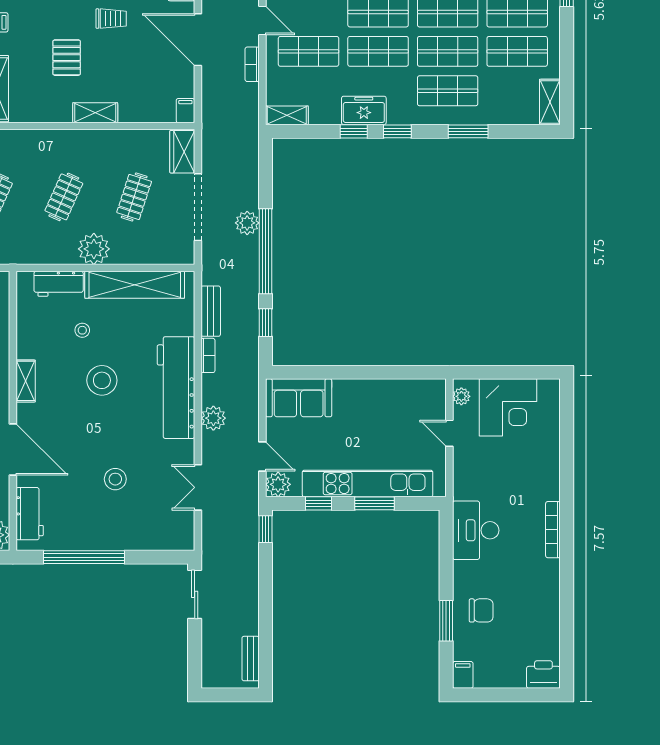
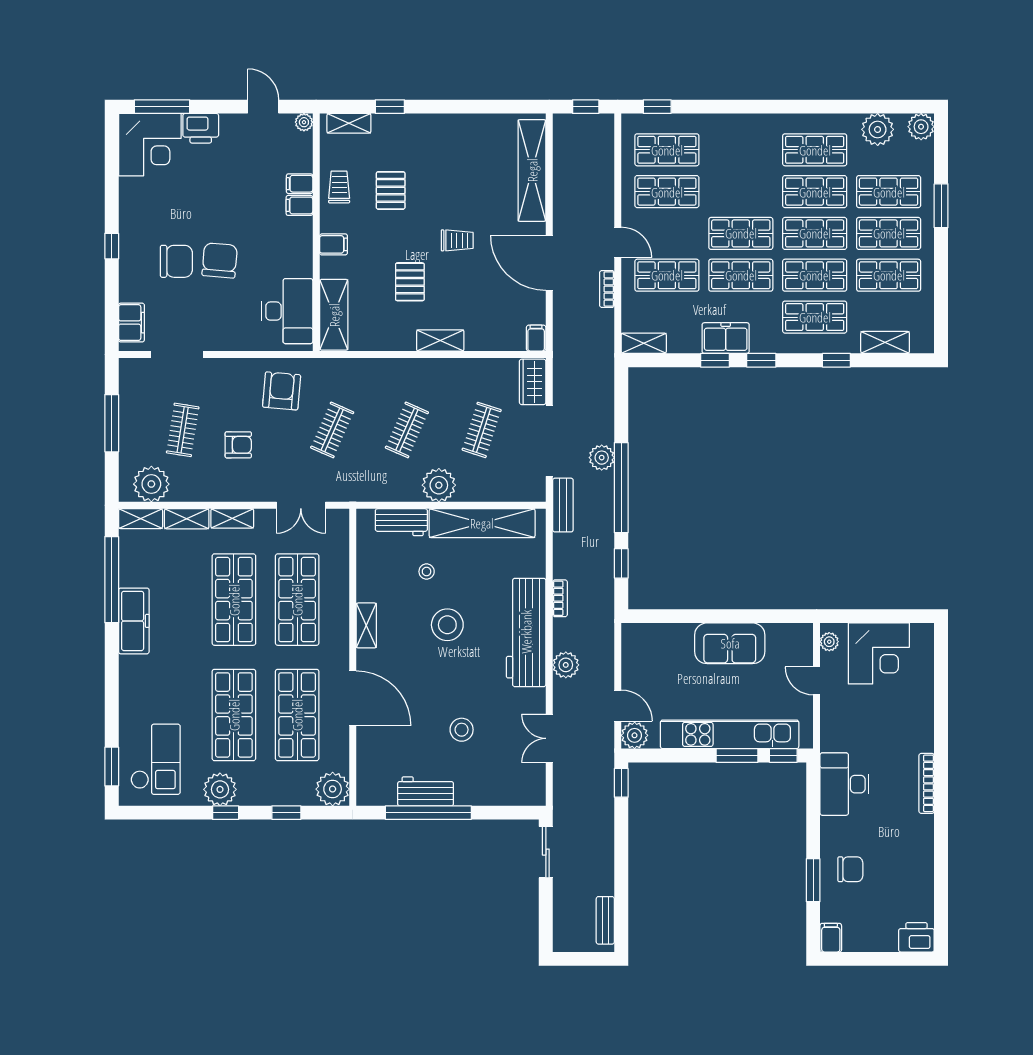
shelving: (550, 102) -> (885, 342), moved, turned 90
window: (468, 131) -> (836, 360), width x0.67
bench: (211, 311) -> (563, 505), moved
sofa: (299, 398) -> (730, 643), moved
window: (318, 503) -> (783, 756), moved
workbench: (30, 514) -> (426, 791), moved, turned -90

